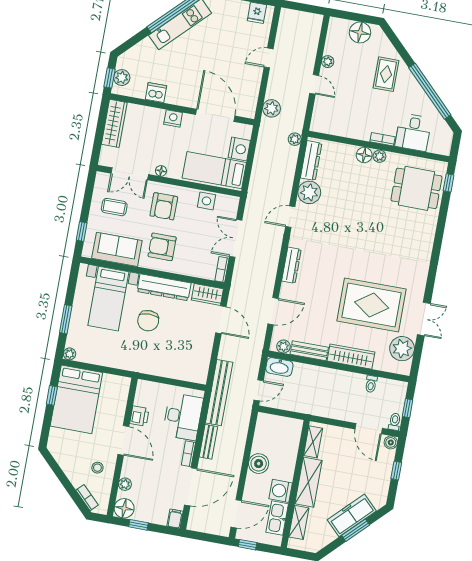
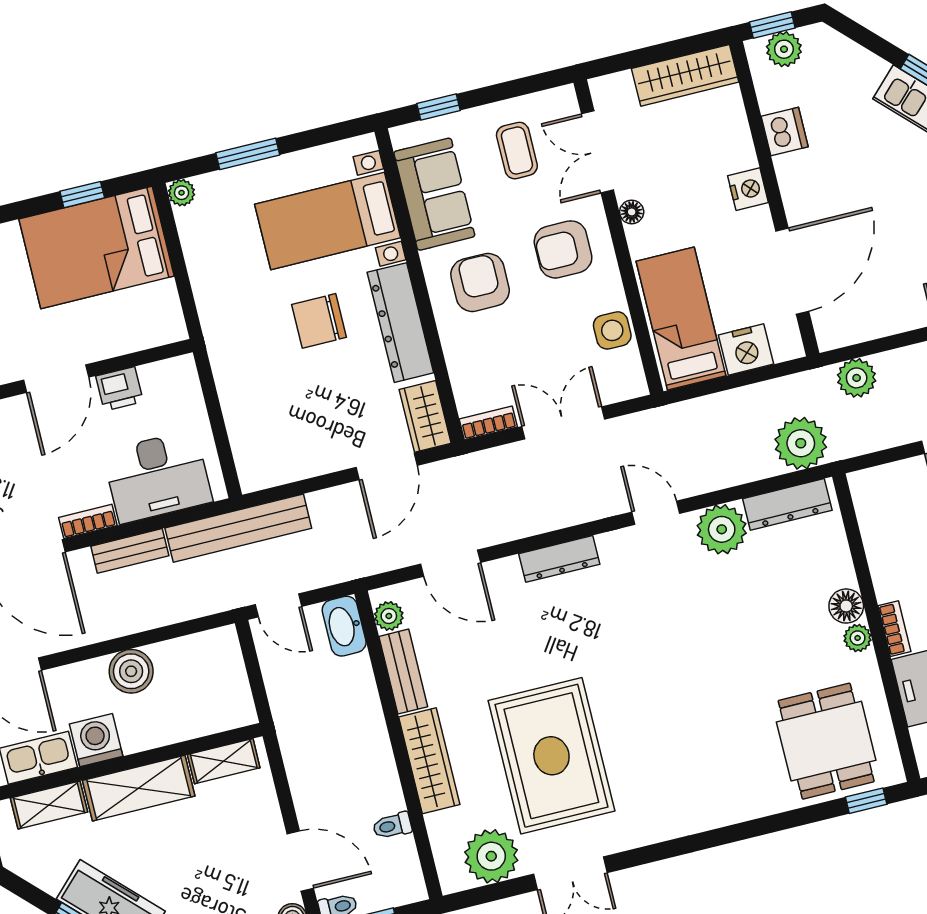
plant: (295, 139) -> (801, 443), width x1.88, depth x1.88
door: (369, 429) -> (300, 861), swing flipped

